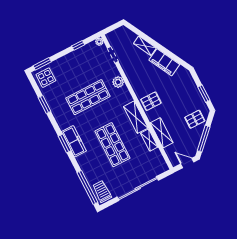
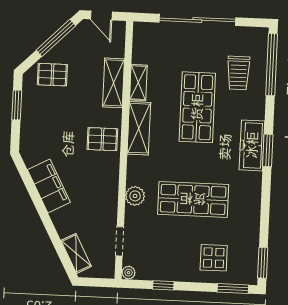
shelving: (145, 46) -> (76, 253), moved
display table: (46, 78) -> (214, 258), moved
window: (45, 105) -> (263, 263), moved
trolley: (102, 191) -> (238, 73), moved

